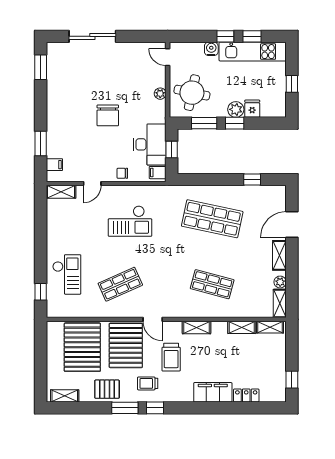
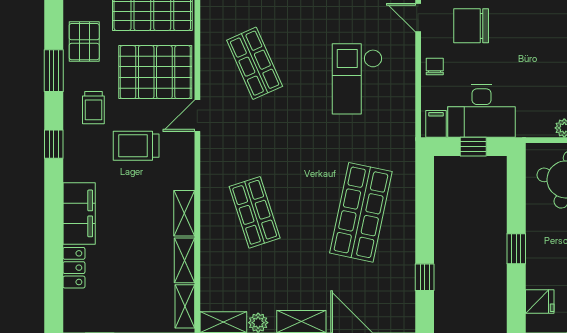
plant: (236, 109) -> (538, 251), removed
fridge: (252, 109) -> (540, 302), moved
chair: (108, 115) -> (471, 26), moved
window: (204, 123) -> (516, 199), removed
shop shelf: (212, 284) -> (255, 212), turned -33
shelving: (196, 328) -> (184, 213), moved
trolley: (148, 383) -> (93, 108), turned 180
window: (155, 408) -> (54, 144), moved

